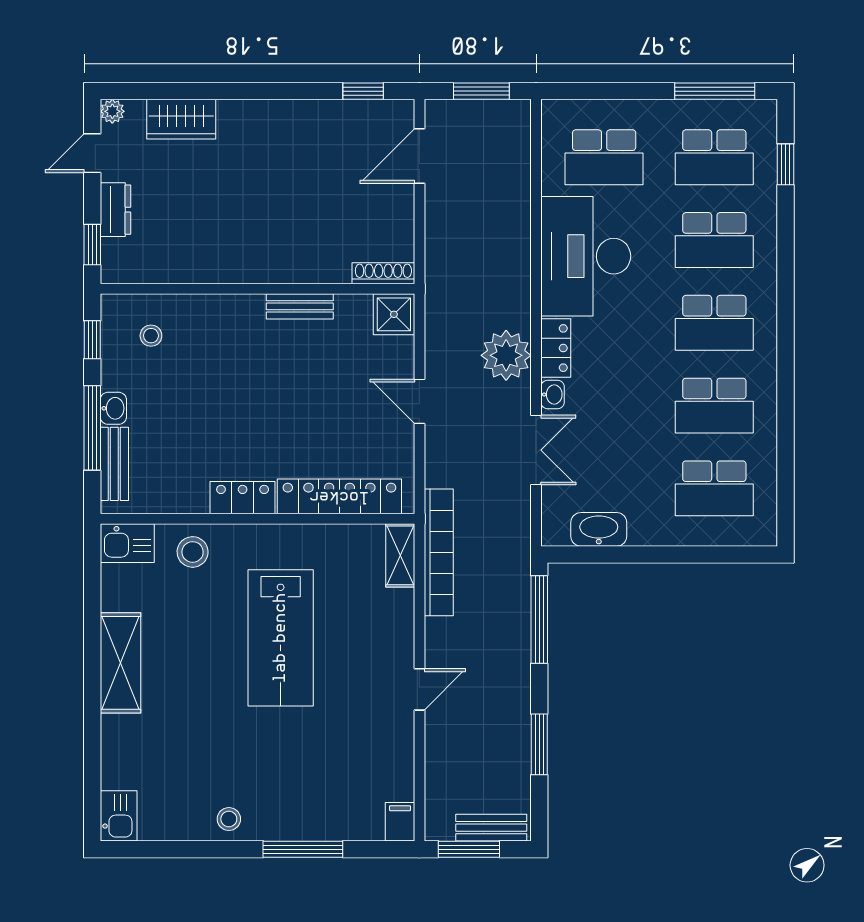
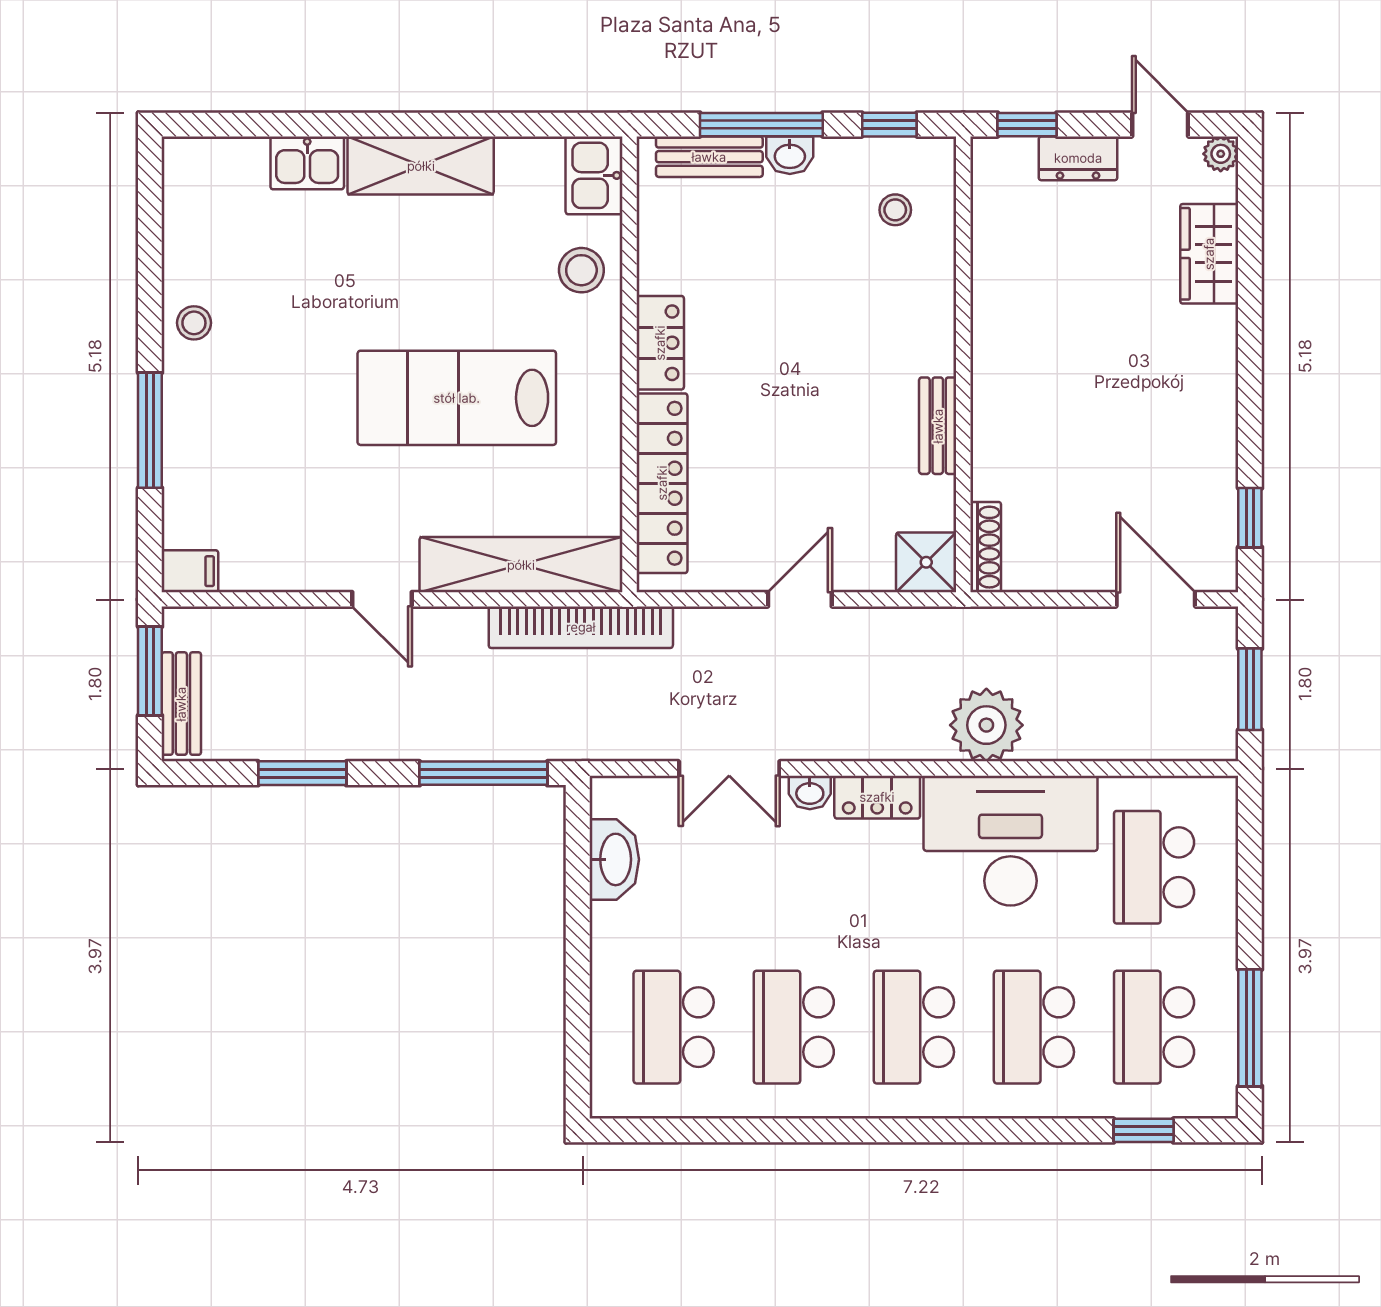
plant: (506, 355) -> (986, 725), moved
shelving: (400, 555) -> (521, 565), width x2.20, depth x1.33
kitchen sink: (119, 816) -> (307, 163), moved

